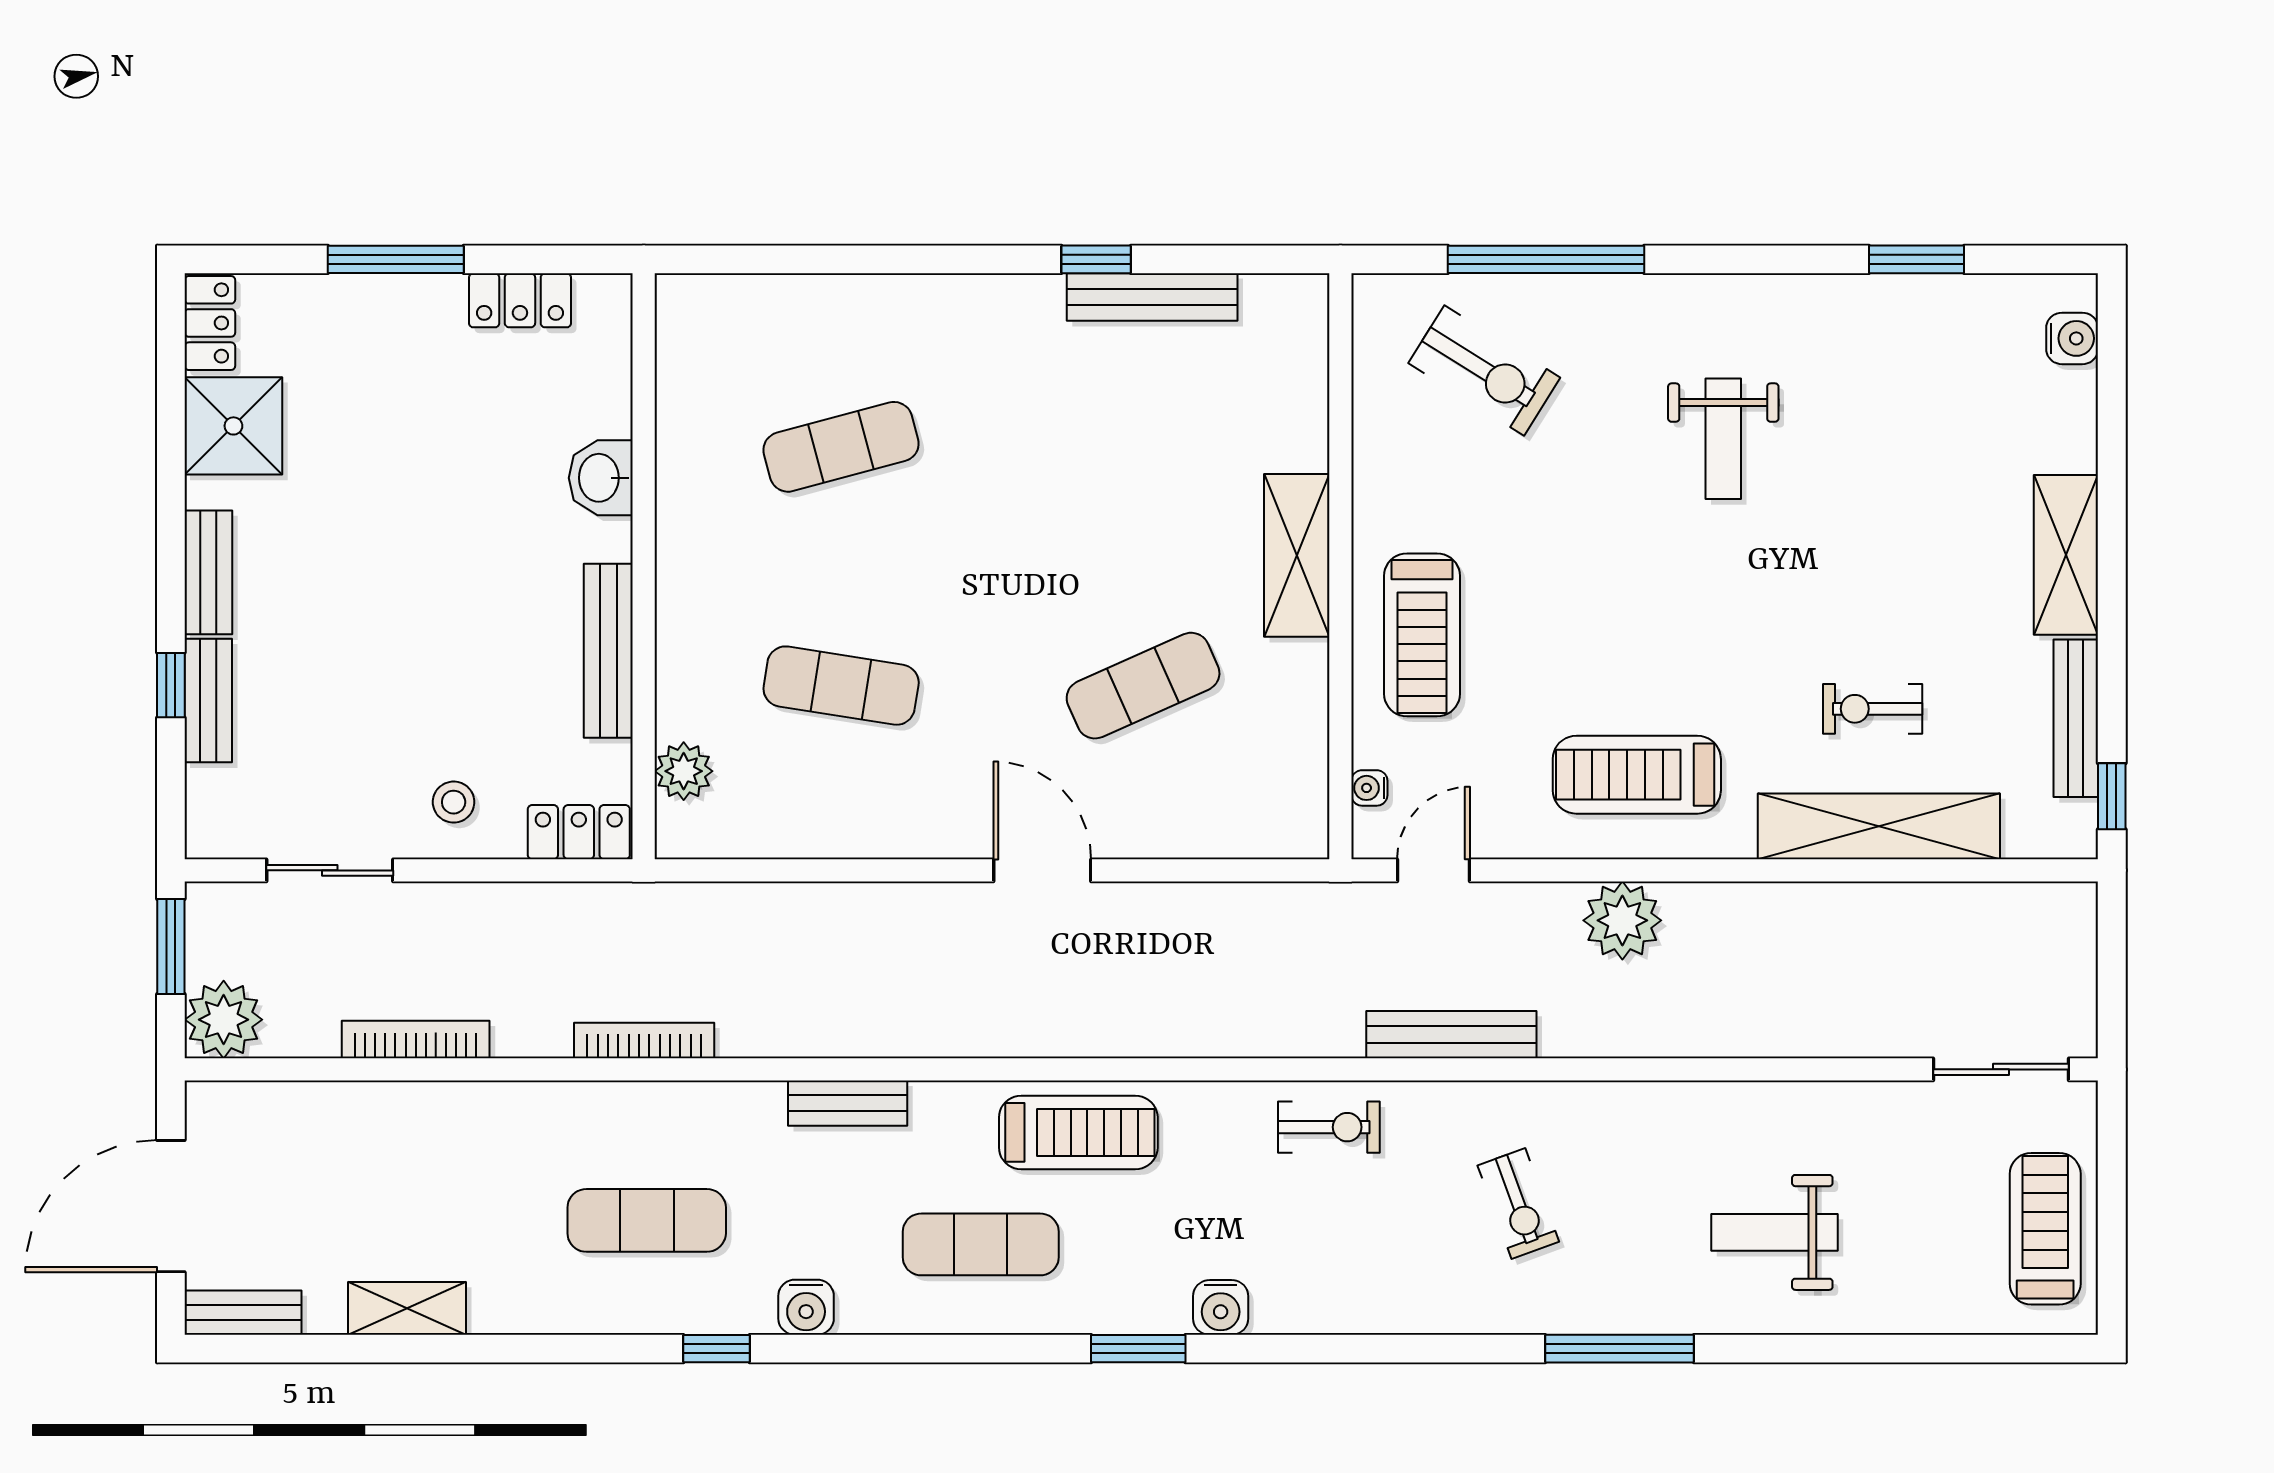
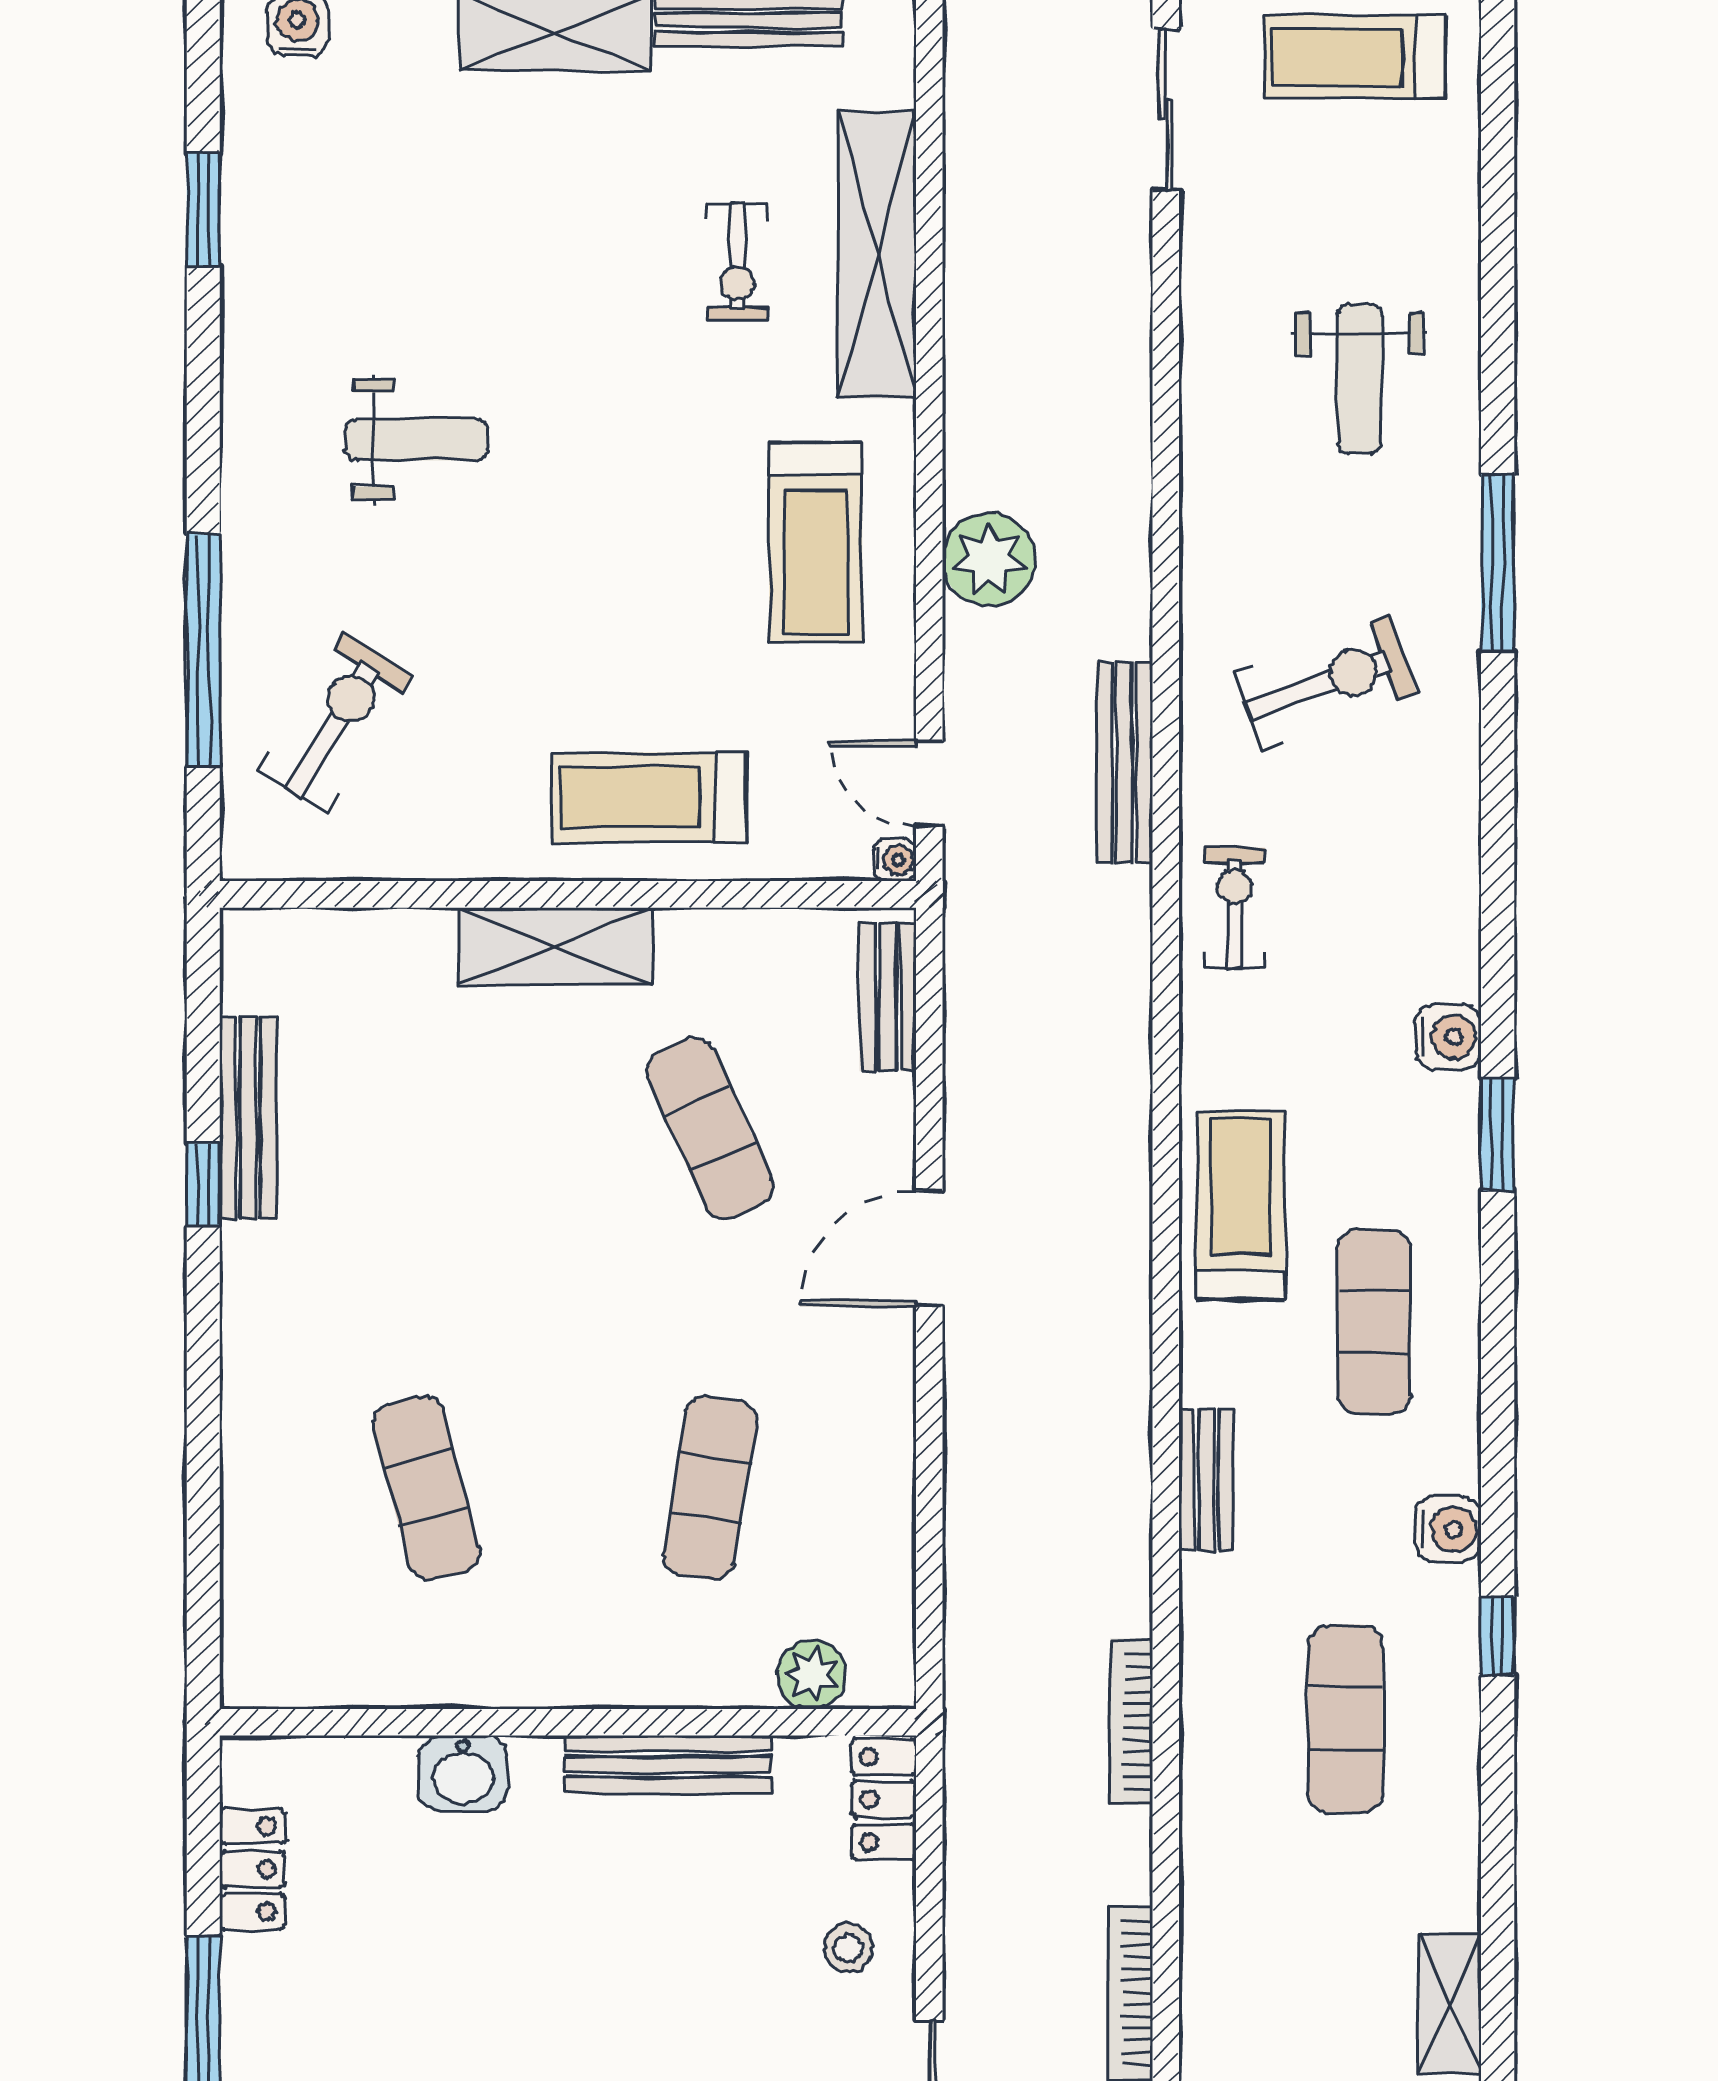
treadmill: (1422, 635) -> (649, 797), turned 180
water cooler: (1369, 788) -> (895, 860), moved, turned -90
bench: (1254, 836) -> (888, 997), added
exercise bike: (1518, 1204) -> (1325, 683), width x1.38, depth x1.39

